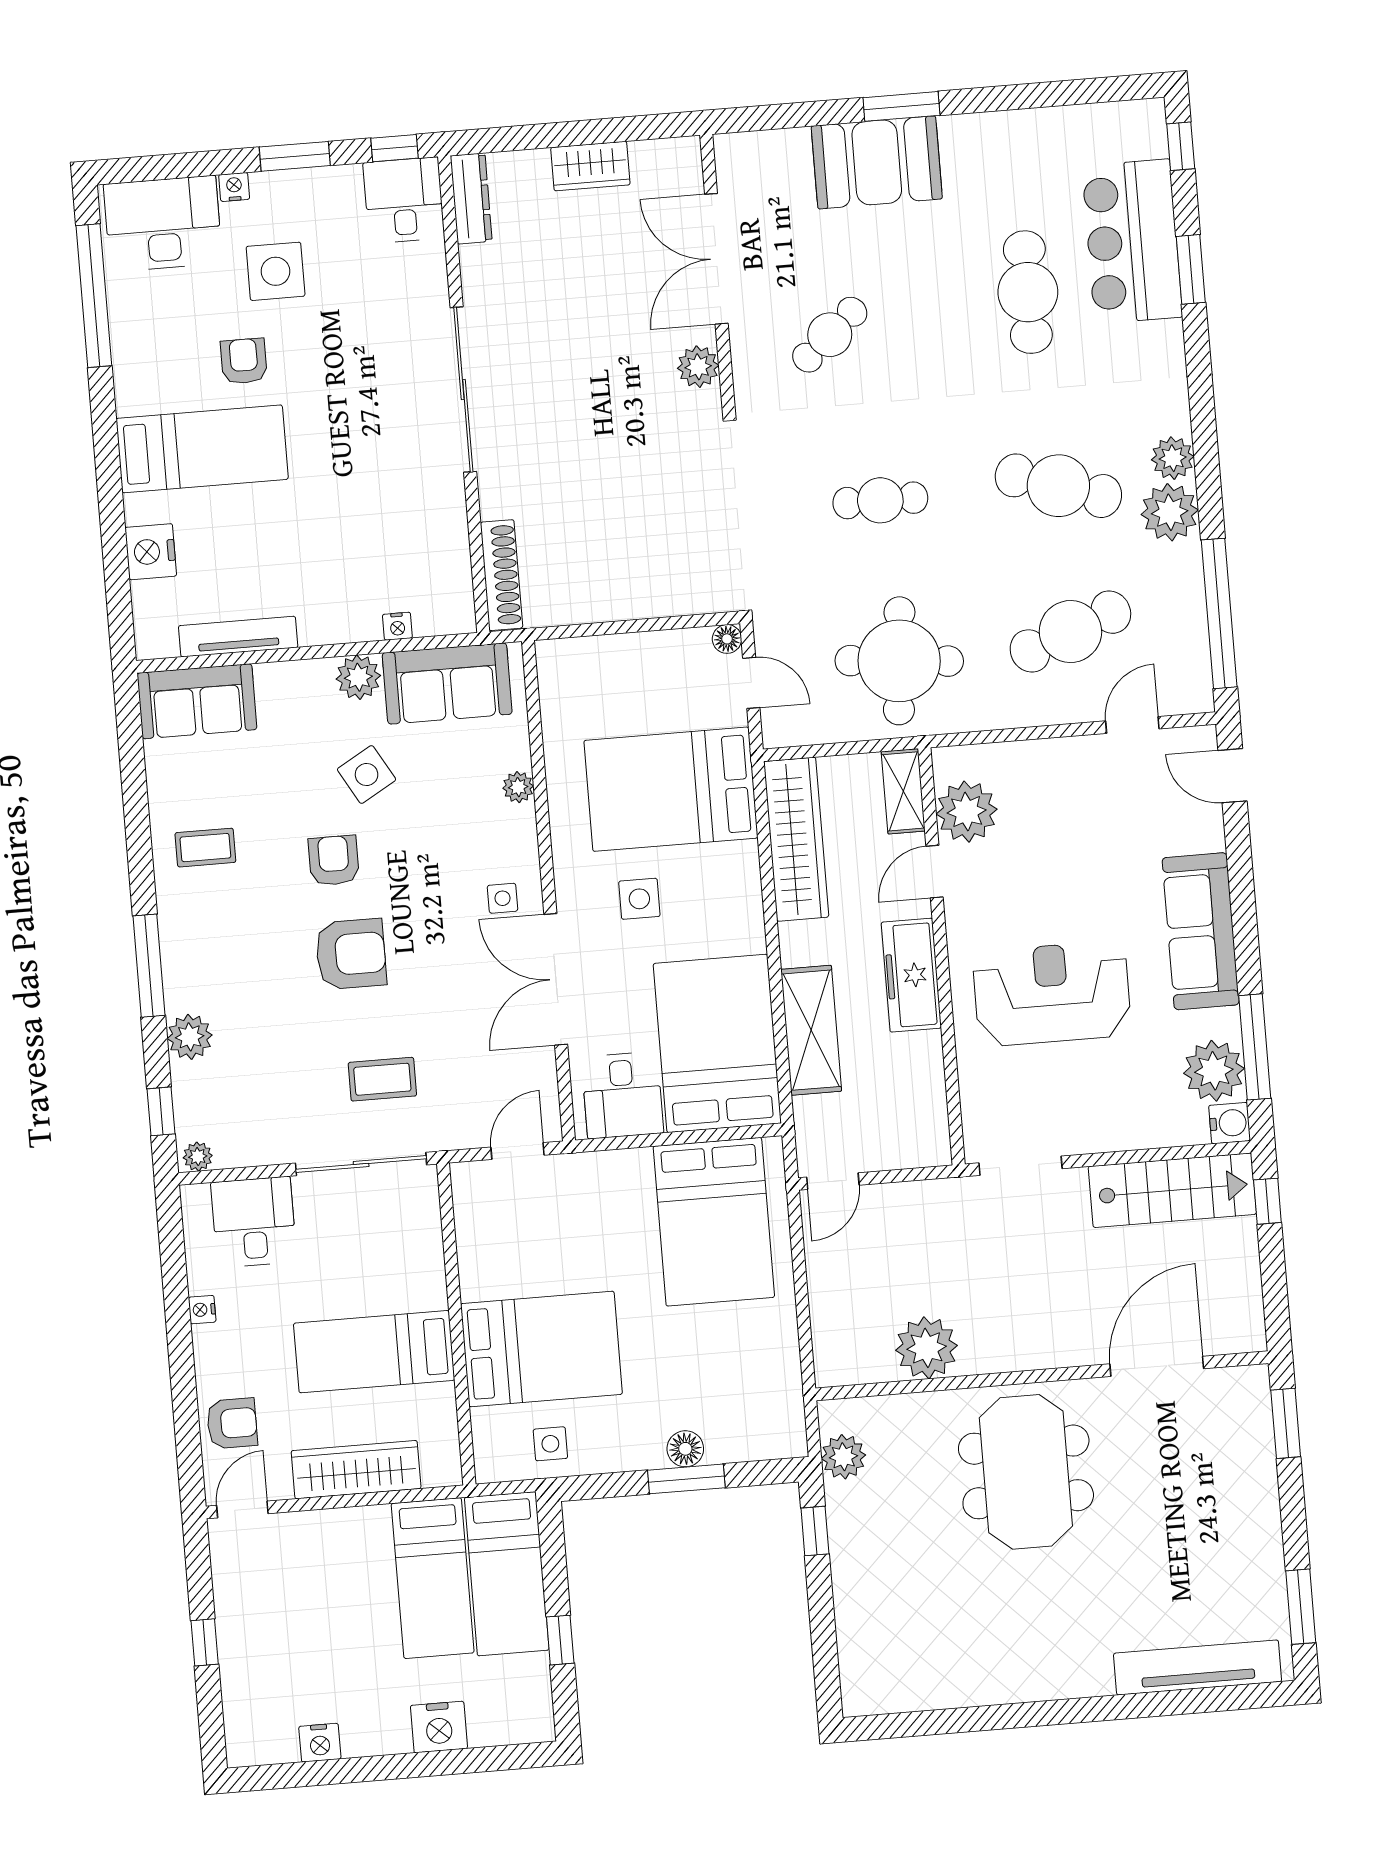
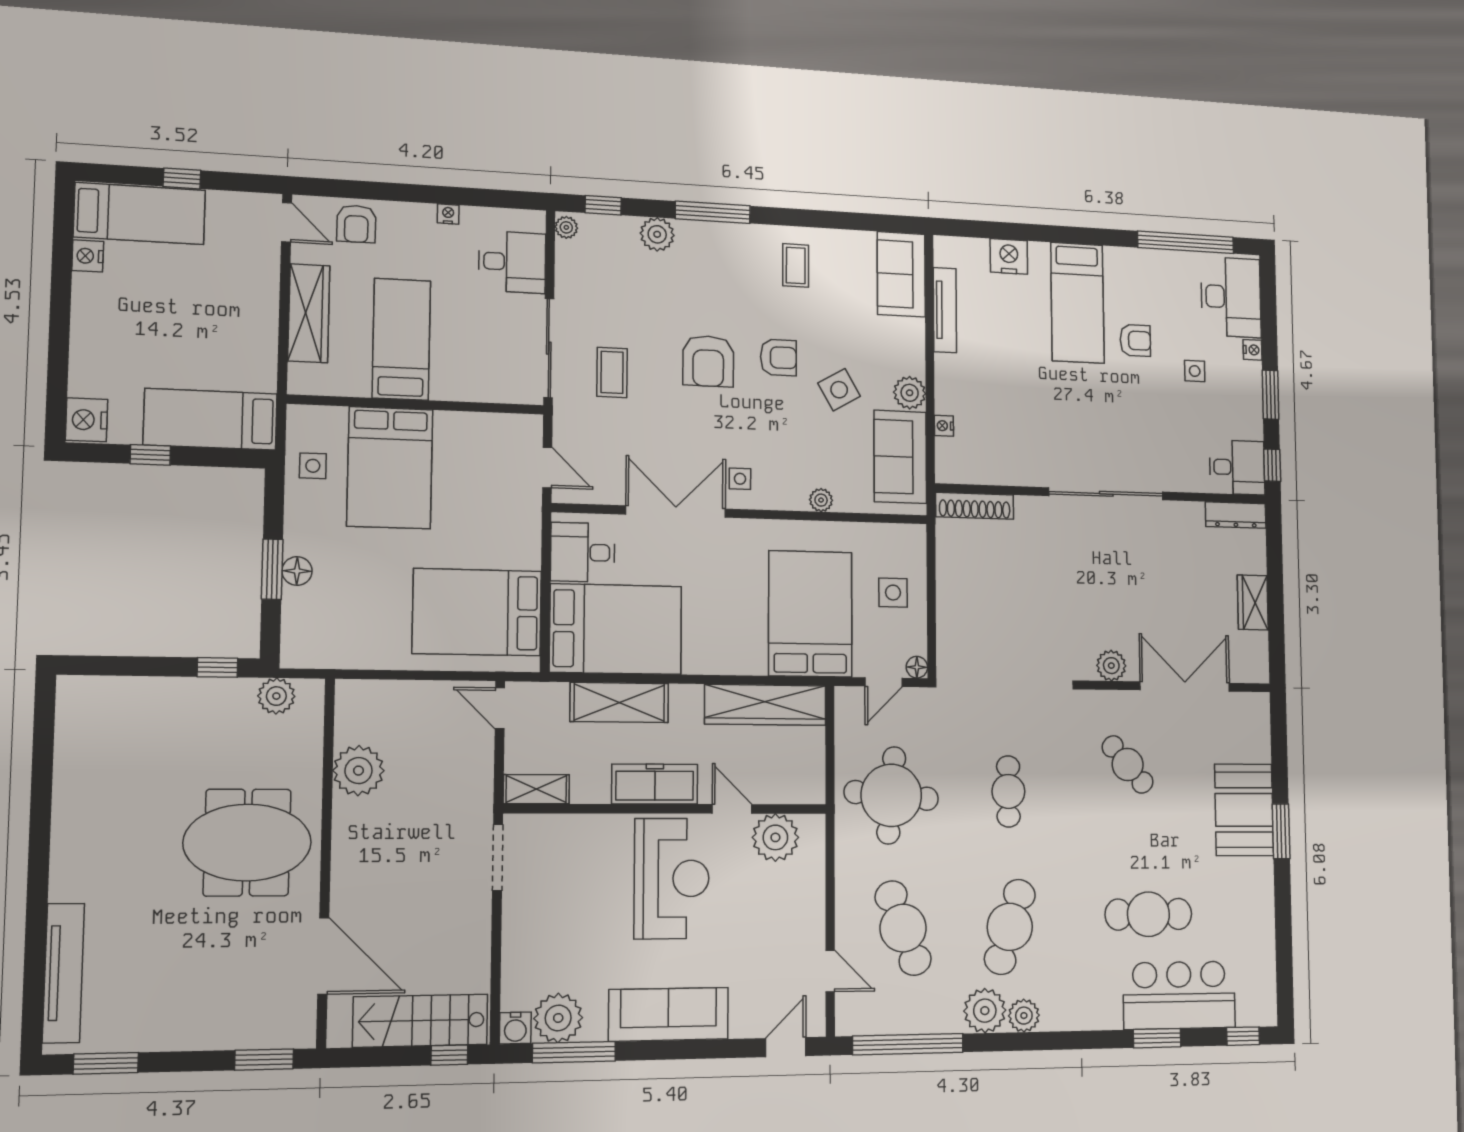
side table: (276, 271) -> (1195, 371), width x0.54, depth x0.54
shelving: (903, 791) -> (536, 789), moved
side table: (639, 899) -> (893, 593), moved
reception desk: (1052, 994) -> (672, 878), moved
stairs: (1172, 1190) -> (420, 1021), moved, turned 90
bed: (433, 1578) -> (140, 214), moved, turned 180
nightstand: (439, 1727) -> (87, 420), moved

